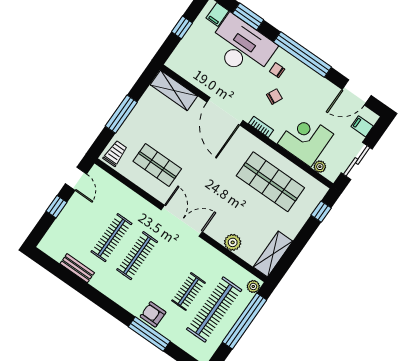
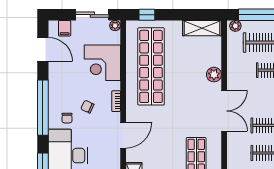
door: (225, 111) -> (123, 135), width x0.73
plant: (320, 167) -> (115, 26), moved
shop shelf: (270, 182) -> (151, 66), width x1.40
double door: (182, 221) -> (224, 111), swing flipped
plant: (233, 242) -> (214, 75), moved

